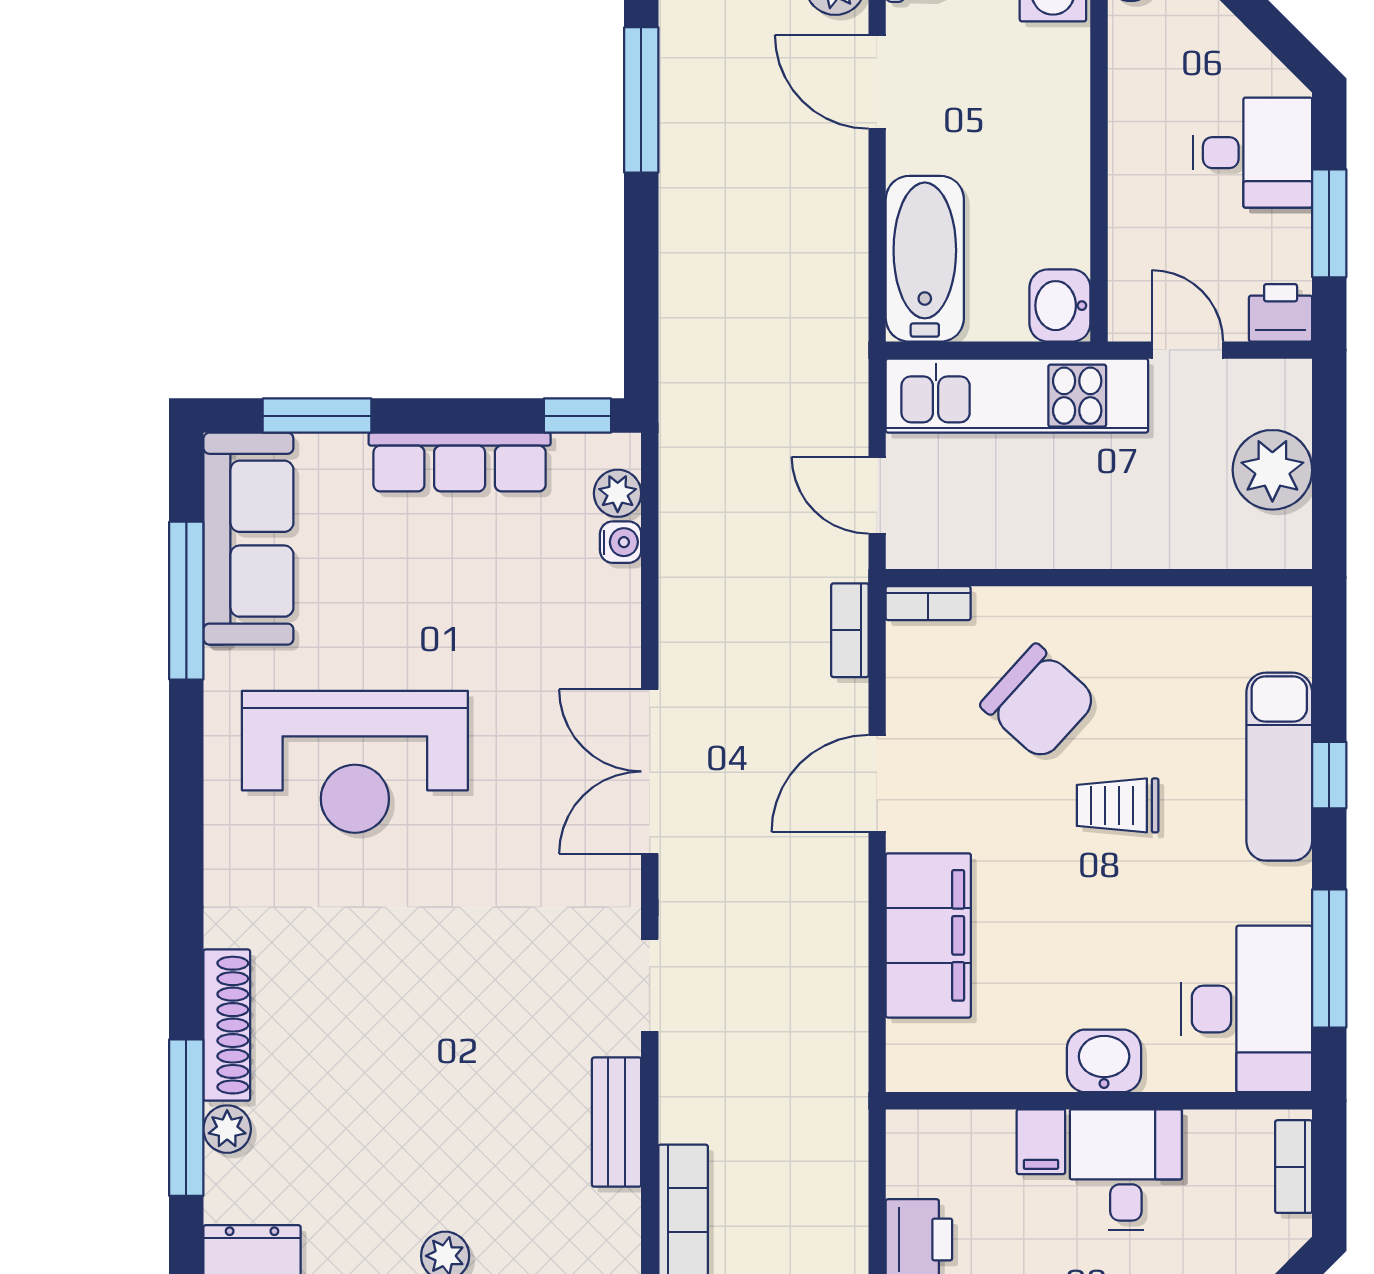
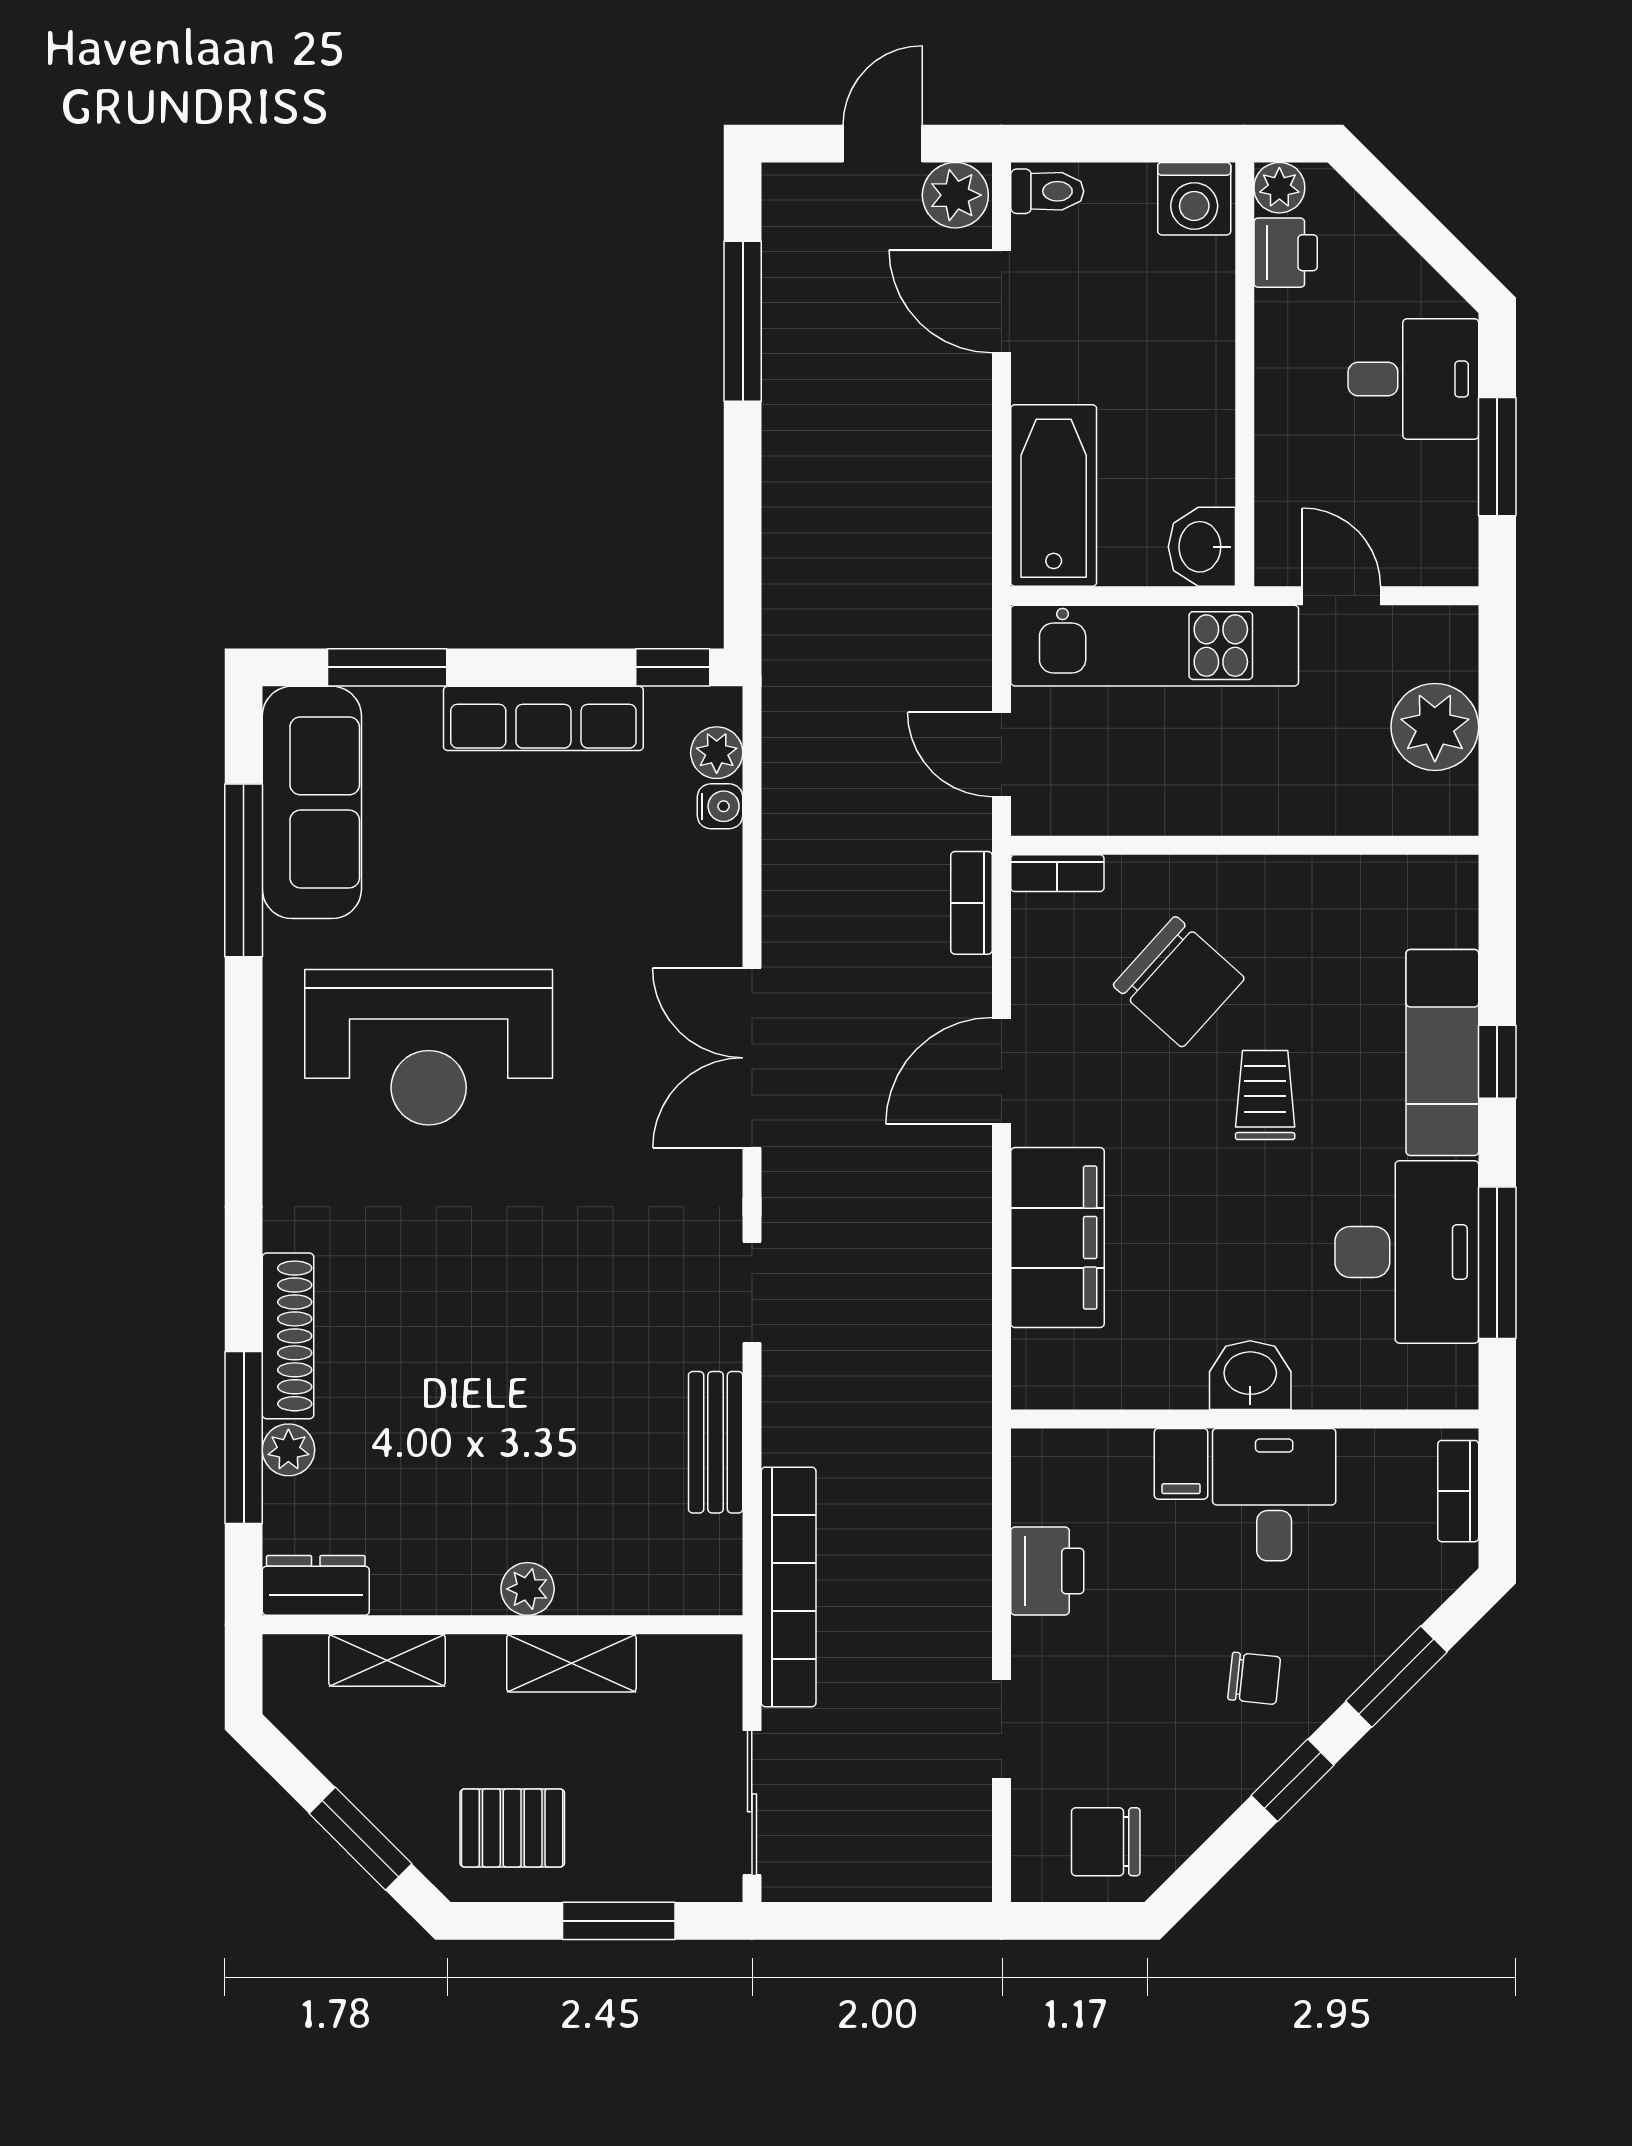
printer: (1281, 313) -> (1286, 253), moved, turned 90
trolley: (1118, 805) -> (1265, 1095), turned 90
desk: (1247, 1009) -> (1407, 1252), moved

